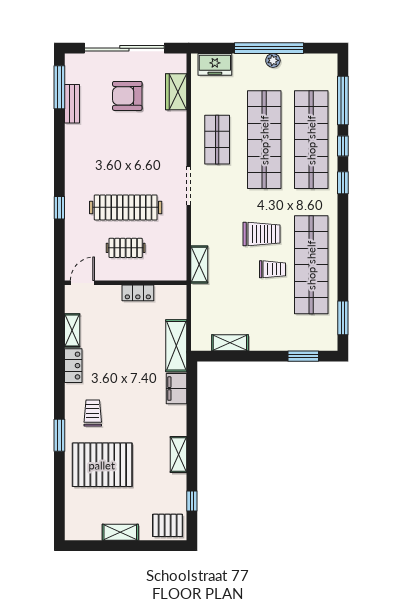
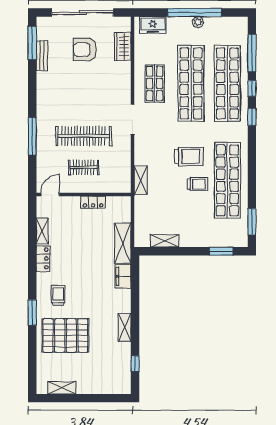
window: (59, 208) -> (32, 136), width x2.17
pallet: (168, 525) -> (116, 382), removed
shelving: (120, 532) -> (62, 388), moved

